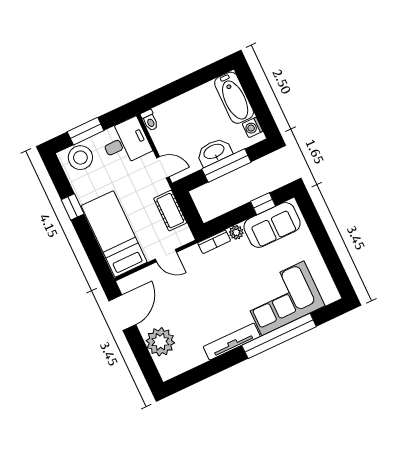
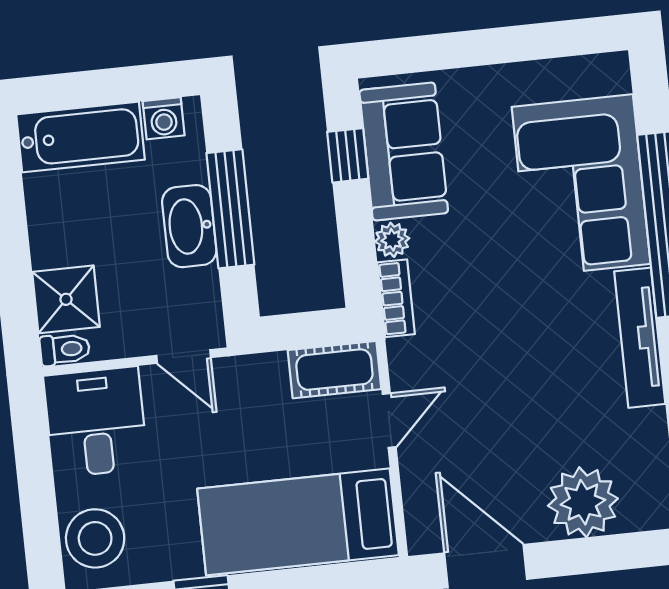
shower: (169, 114) -> (66, 299), added
window: (86, 131) -> (38, 505), removed
door: (163, 167) -> (184, 356), swing flipped
cot: (170, 211) -> (334, 370), moved

